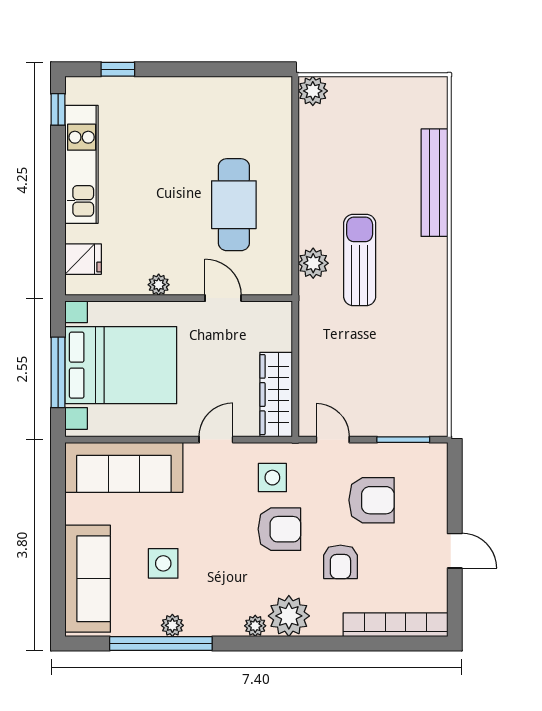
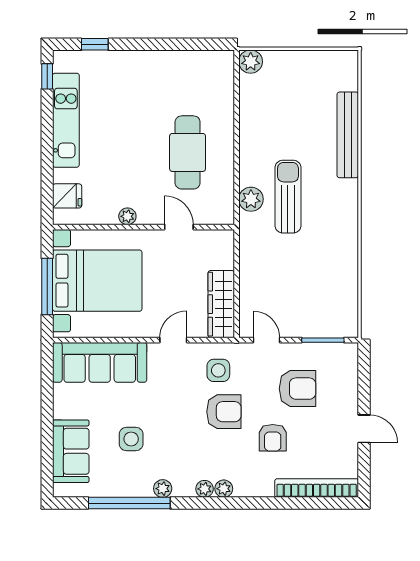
sofa: (88, 579) -> (71, 451), width x0.73
plant: (289, 616) -> (224, 489), width x0.53, depth x0.53
plant: (172, 625) -> (163, 489), moved

